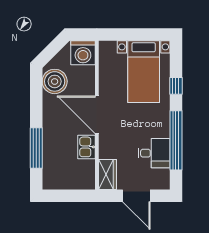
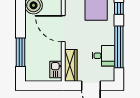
kitchen sink: (86, 147) -> (56, 69), moved
wardrobe: (108, 174) -> (71, 65), width x1.50

